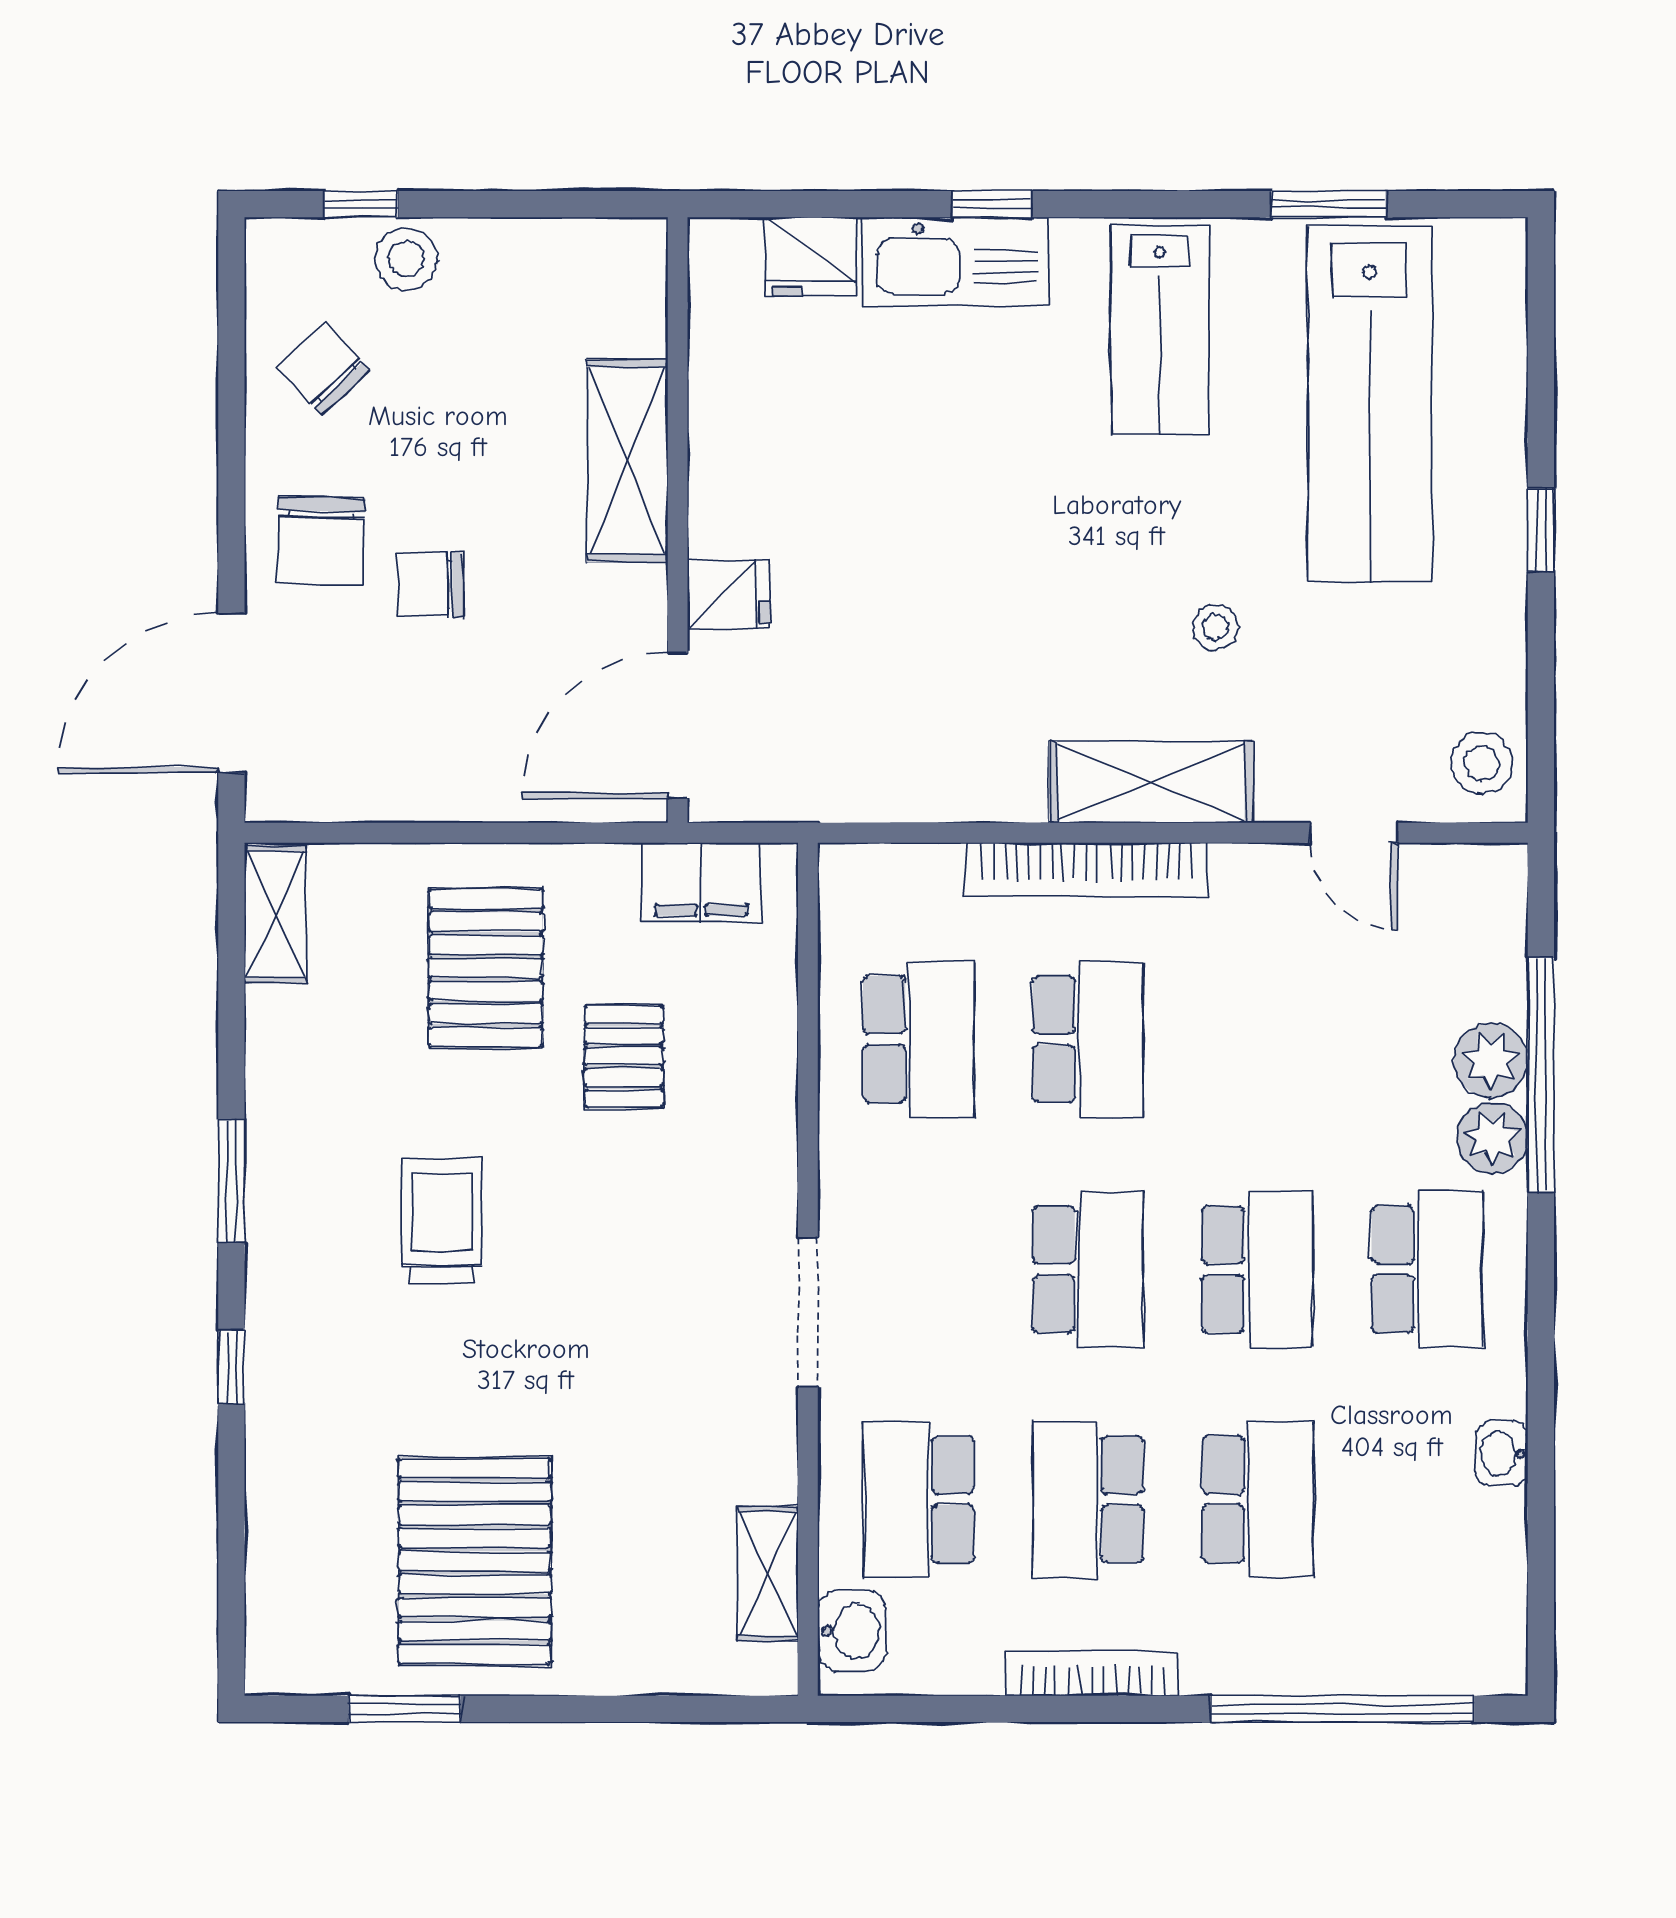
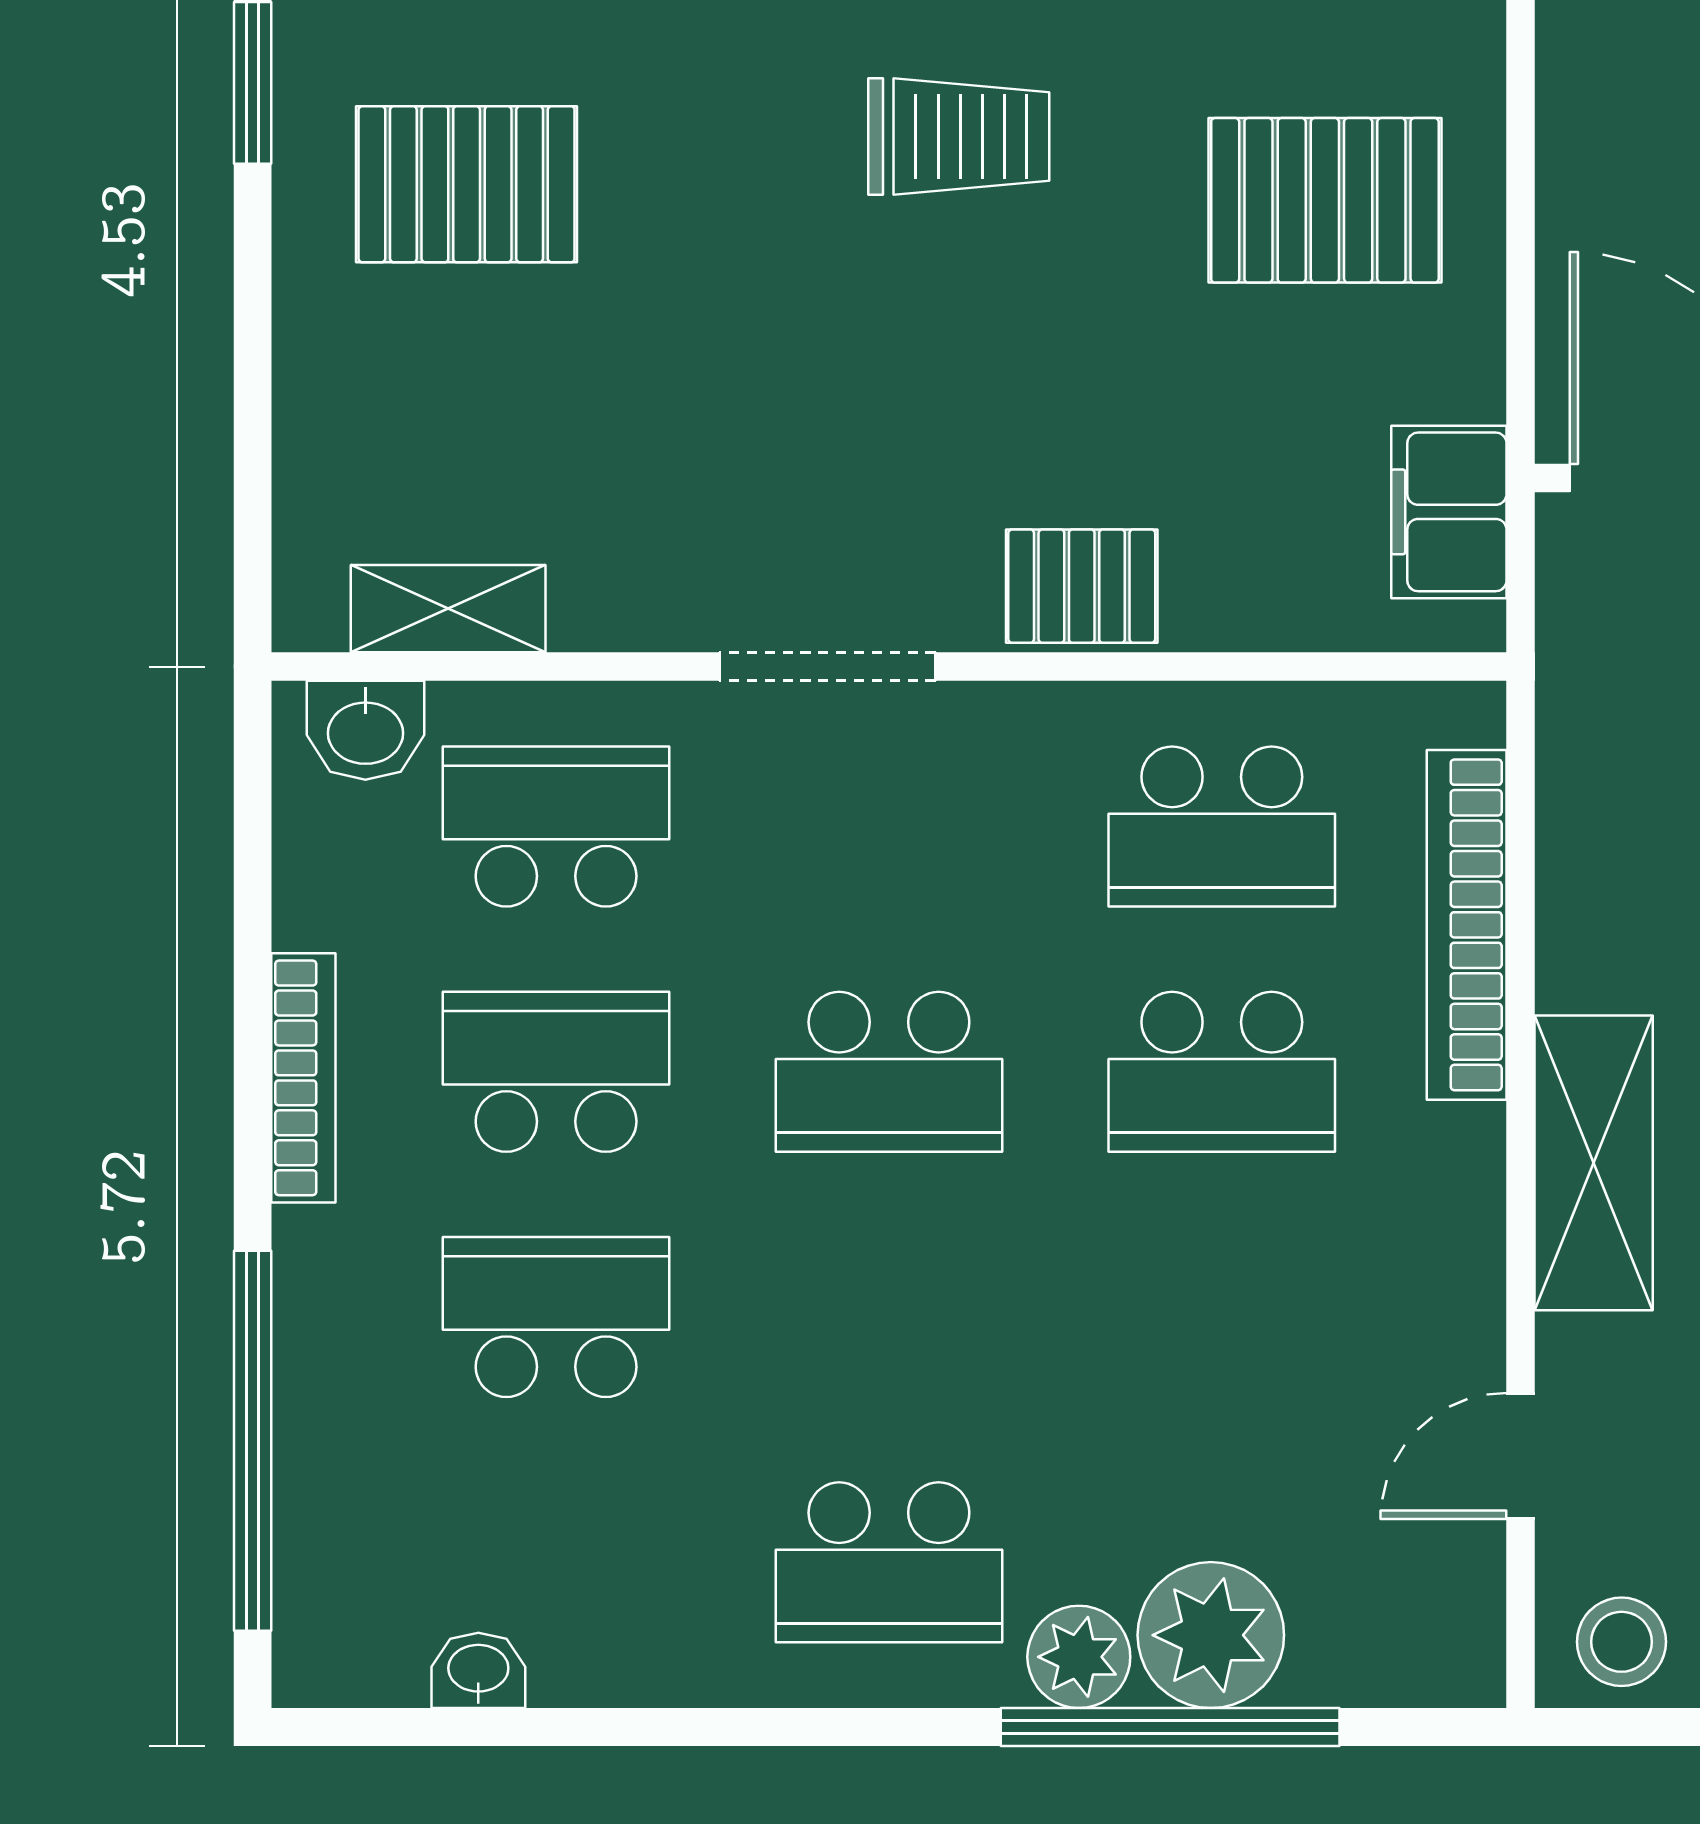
bookcase: (1087, 870) -> (1467, 925), moved
pallet: (624, 1056) -> (1082, 586), moved
plant: (1491, 1060) -> (1211, 1635), width x1.36, depth x1.36
school desk: (1257, 1269) -> (889, 1317), removed
washbasin: (1502, 1454) -> (478, 1670), moved
school desk: (1257, 1499) -> (556, 1317), turned 180
pallet: (475, 1561) -> (467, 184), width x0.73, depth x0.71

